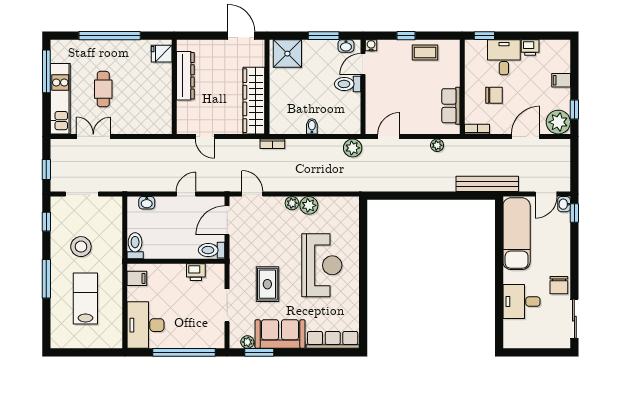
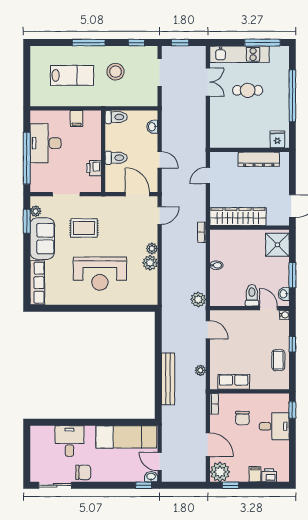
printer: (530, 48) -> (269, 475), moved, turned 90
bench: (487, 184) -> (168, 379), moved
toilet: (212, 250) -> (116, 158), moved, turned 90
filing cabinet: (137, 278) -> (77, 118), moved
chair: (559, 285) -> (83, 472), turned 180
desk: (145, 325) -> (46, 143), moved, turned -90

